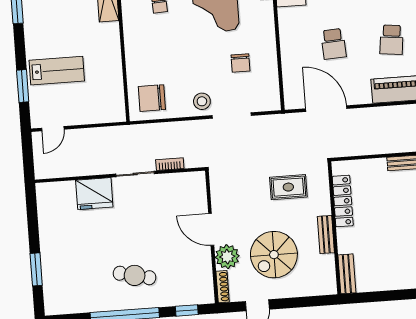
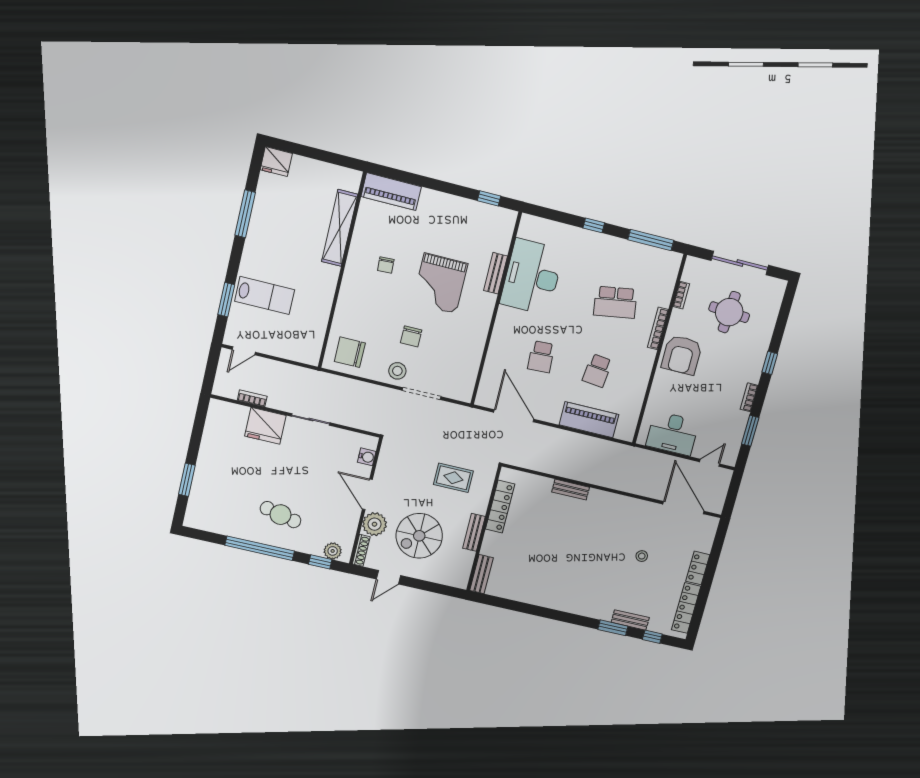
chair: (240, 63) -> (411, 336), moved
bookcase: (170, 164) -> (252, 398), moved
water cooler: (199, 193) -> (367, 457), added
plant: (195, 296) -> (333, 551), added

